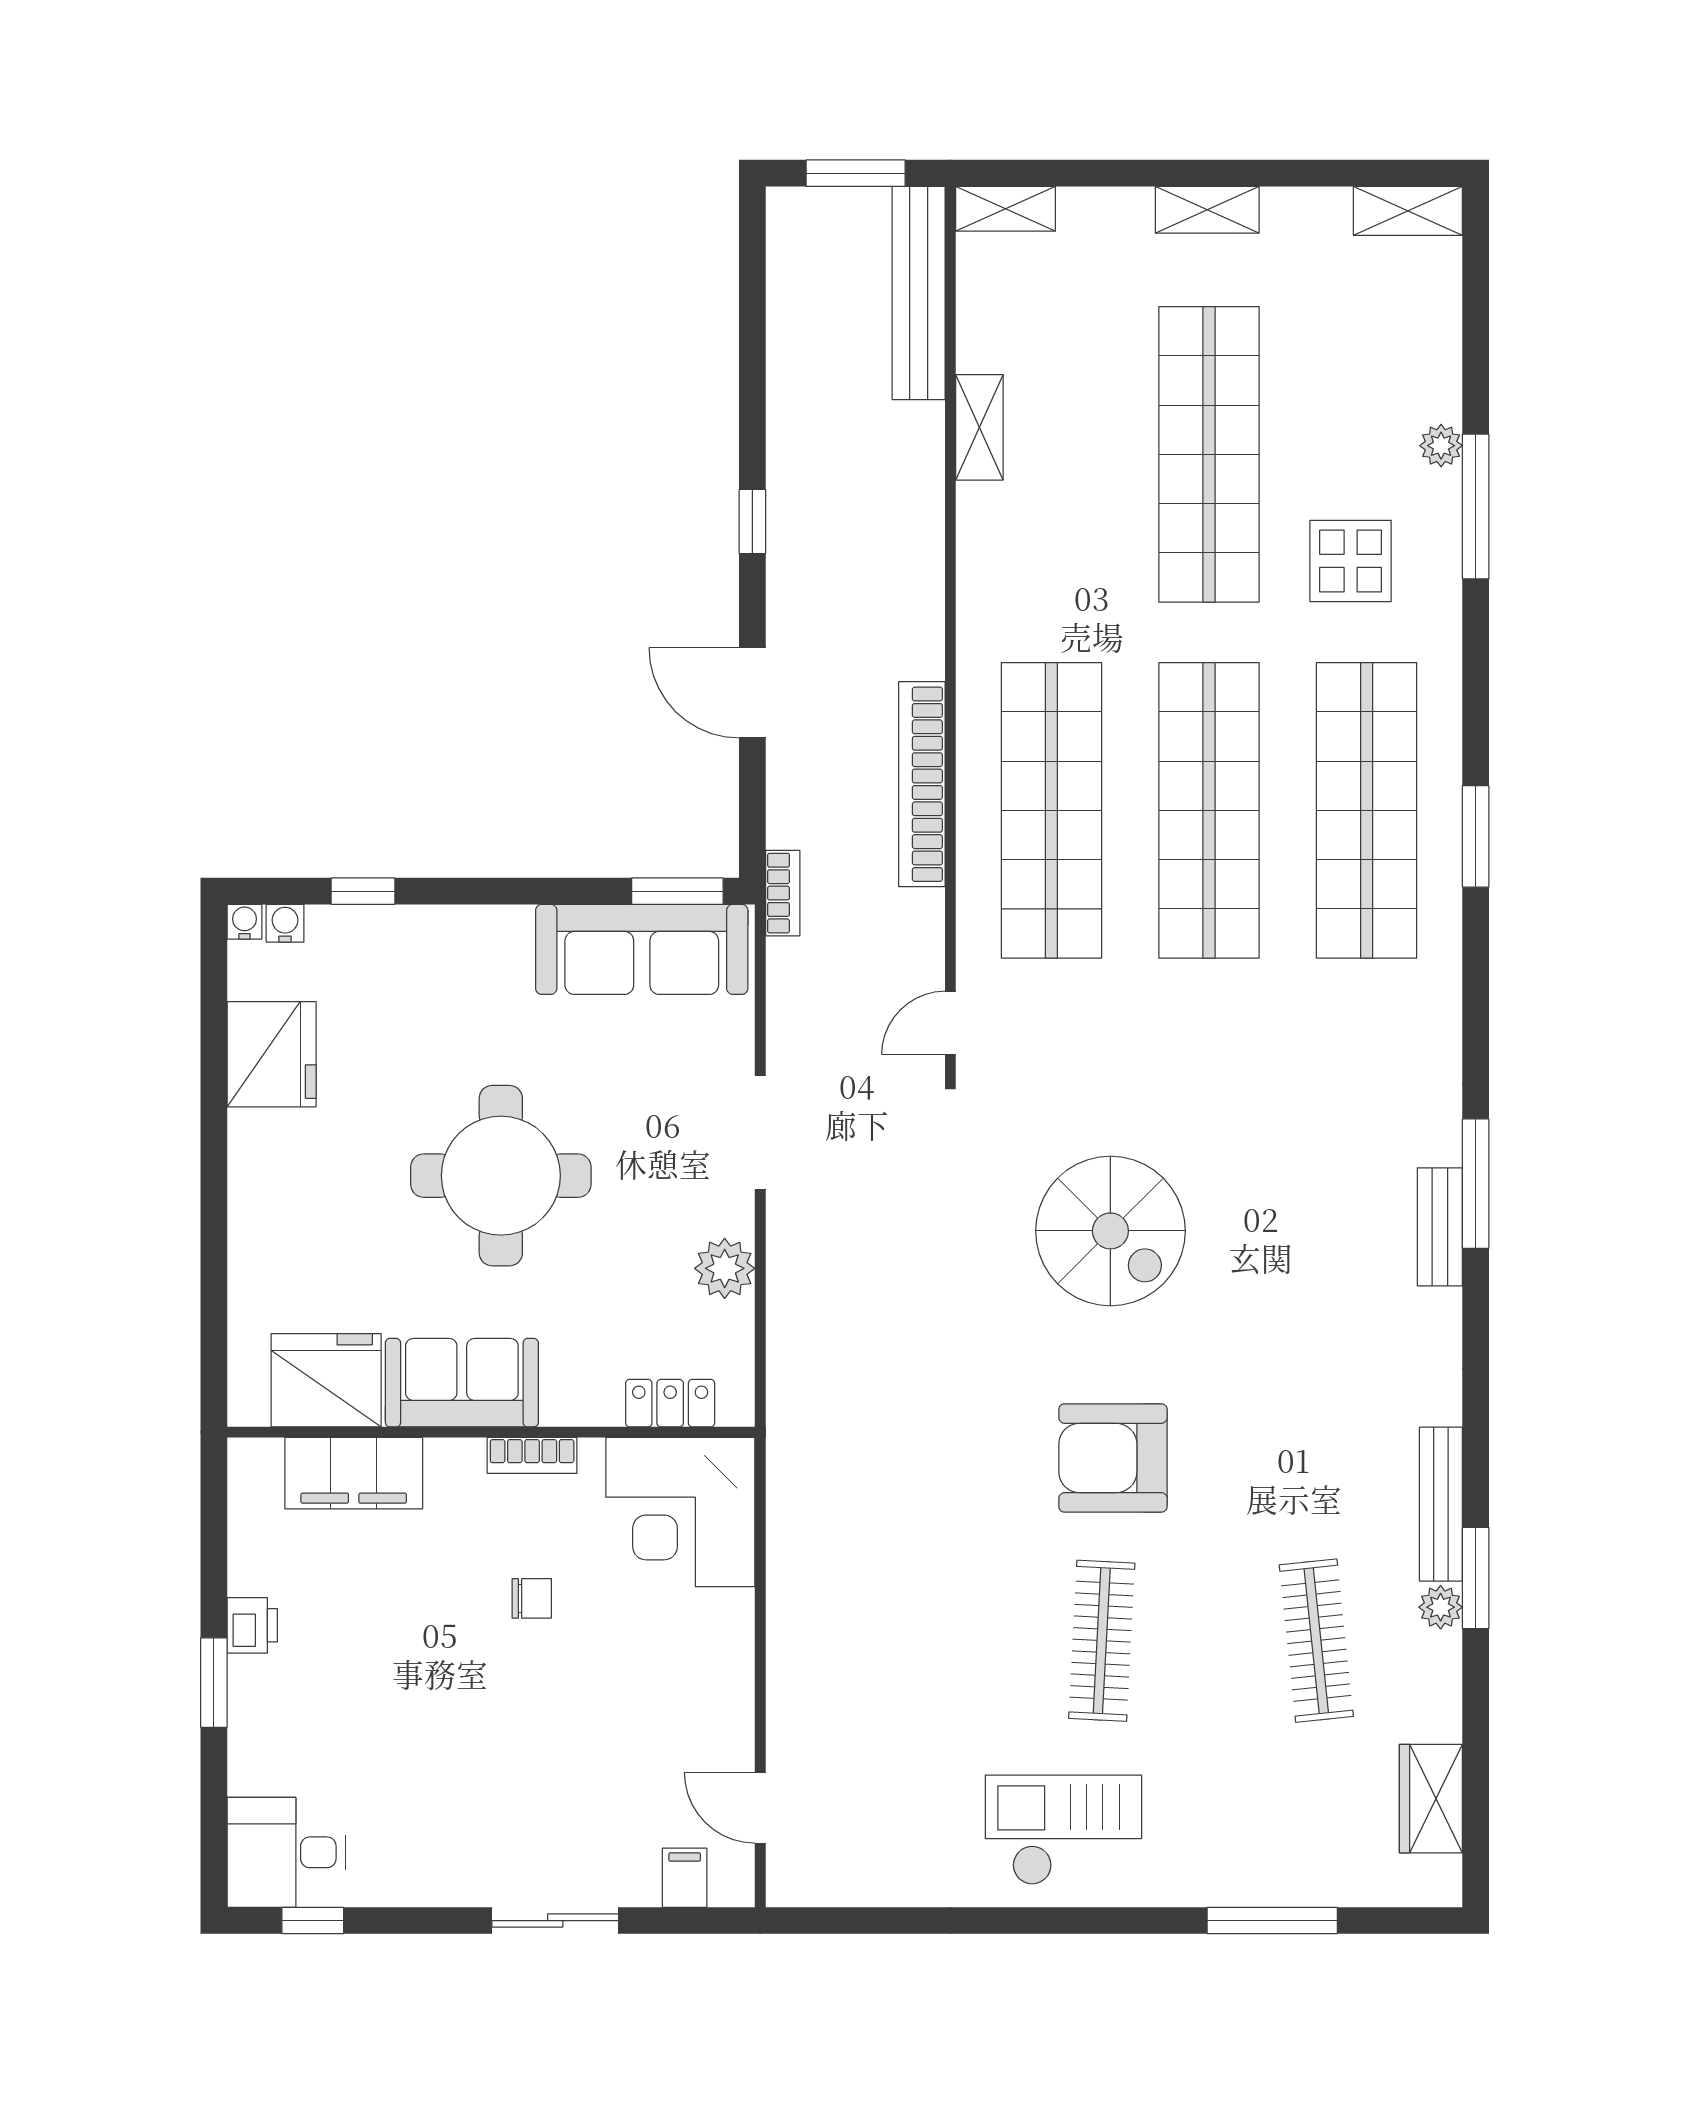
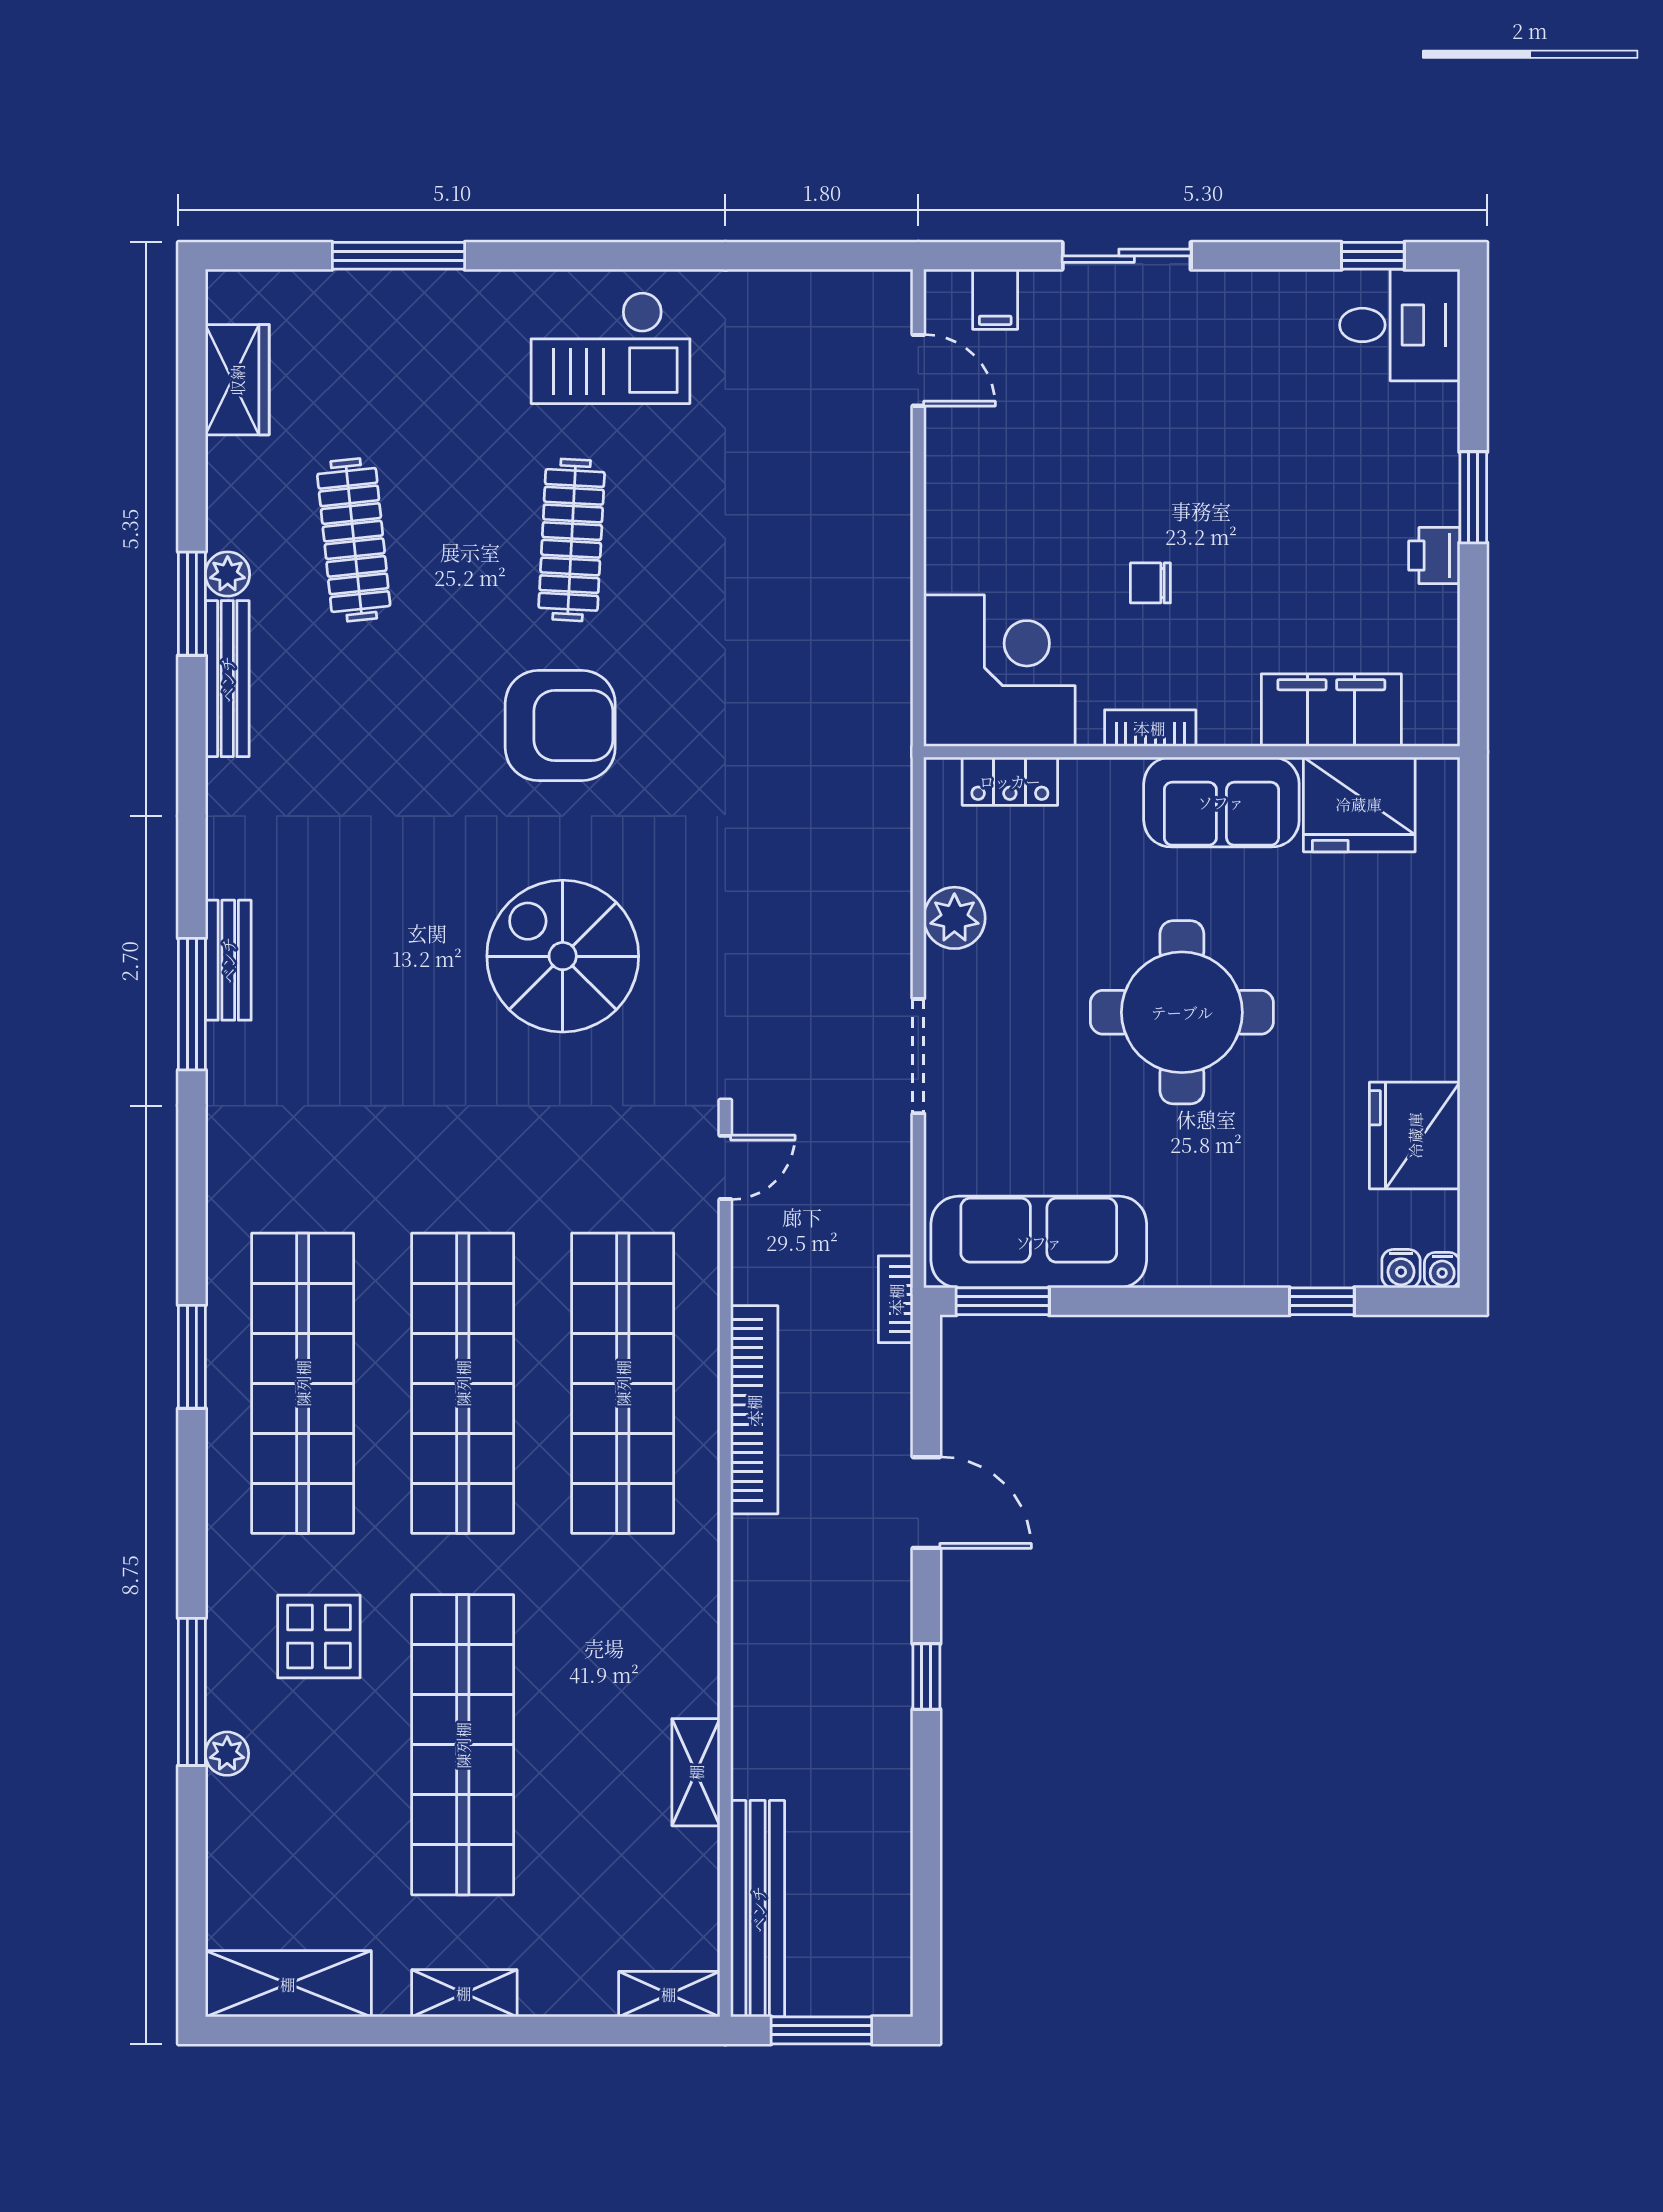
shelving: (1408, 211) -> (288, 1984), width x1.50, depth x1.33

